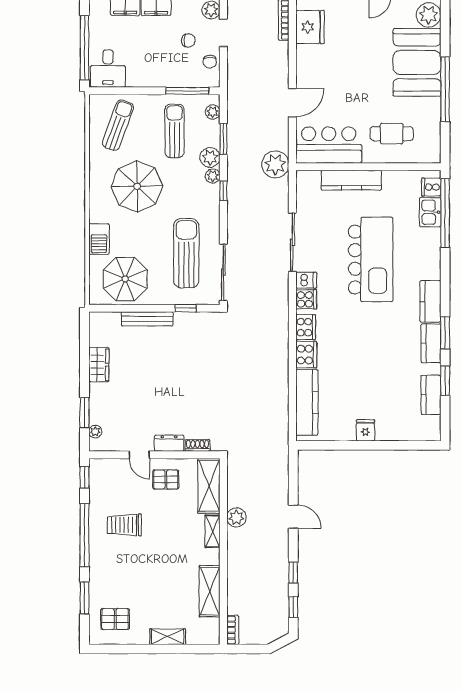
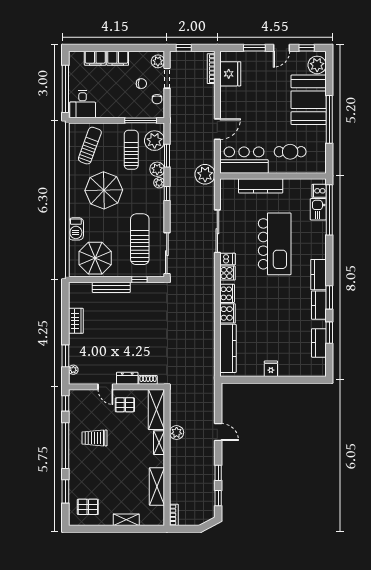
plant: (213, 112) -> (155, 141), width x1.87, depth x1.87

